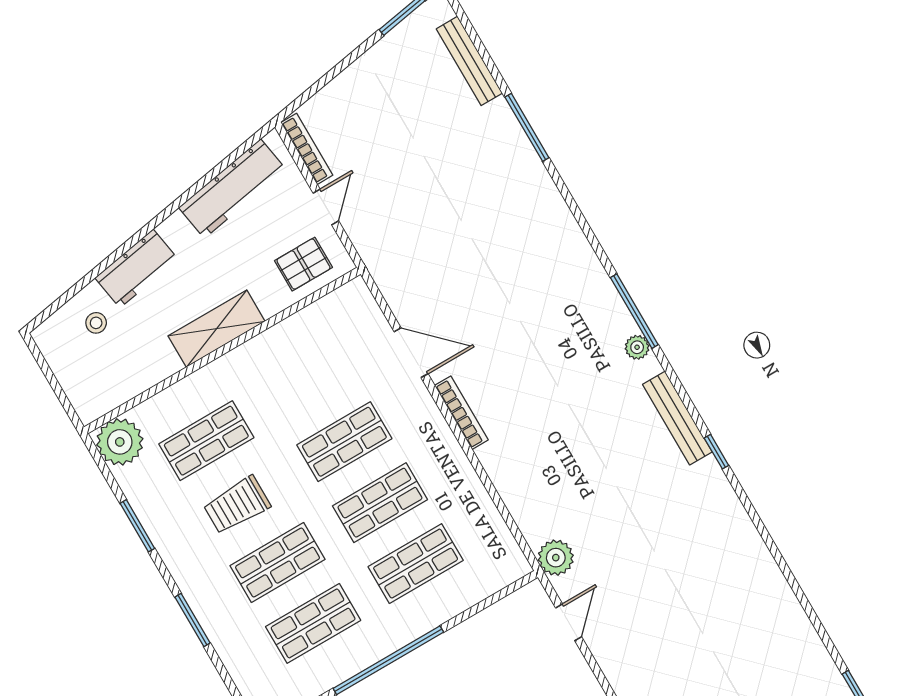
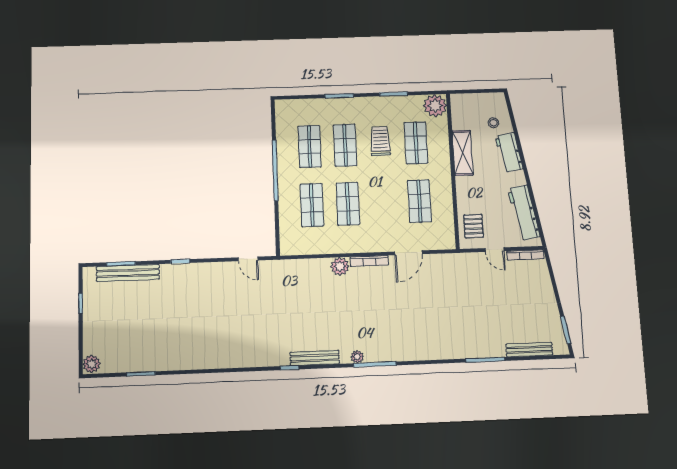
shelving: (217, 329) -> (463, 153), moved
shop shelf: (344, 442) -> (419, 201), moved
plant: (556, 558) -> (340, 266), moved

